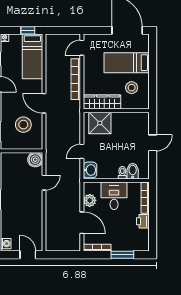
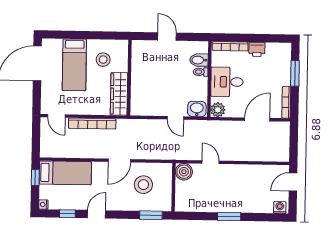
shower: (100, 123) -> (143, 97), removed
plant: (90, 200) -> (218, 110), moved

